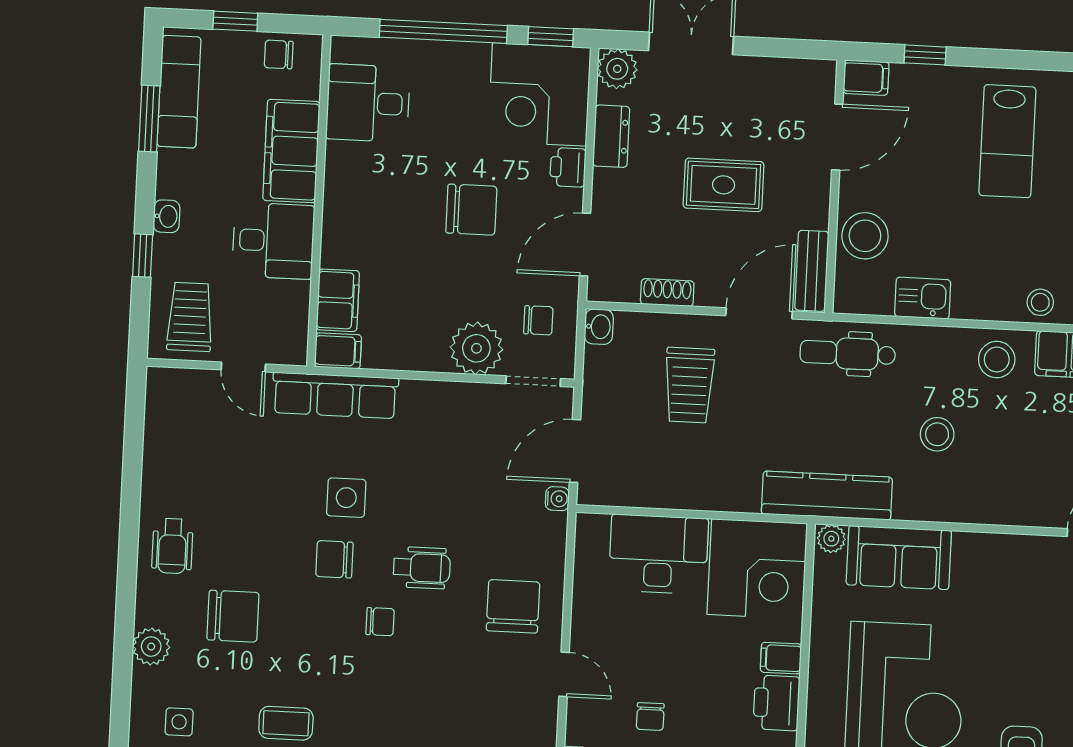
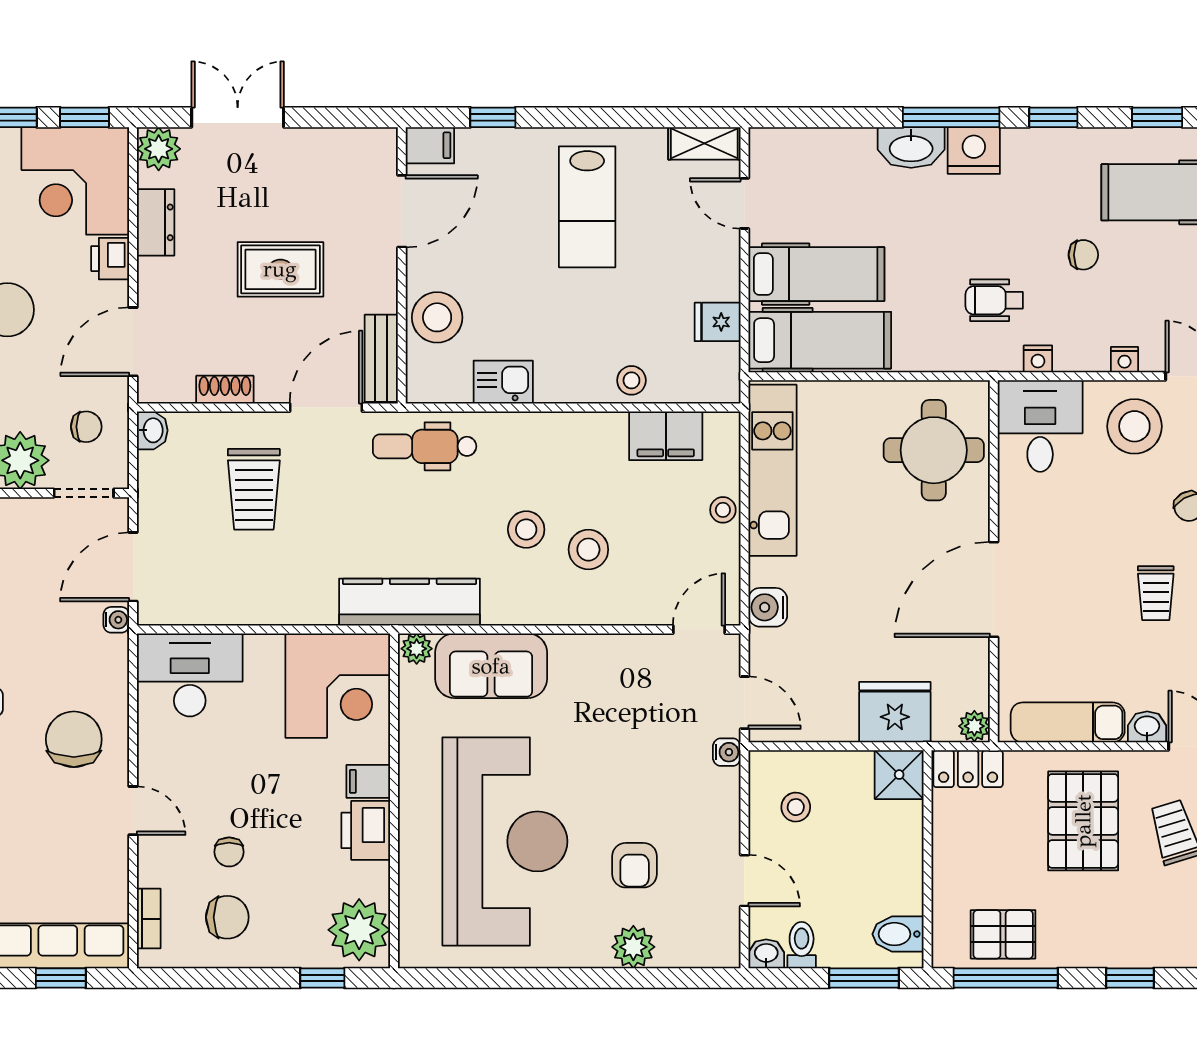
stool: (997, 360) -> (588, 550), moved
desk: (658, 554) -> (190, 675), moved

